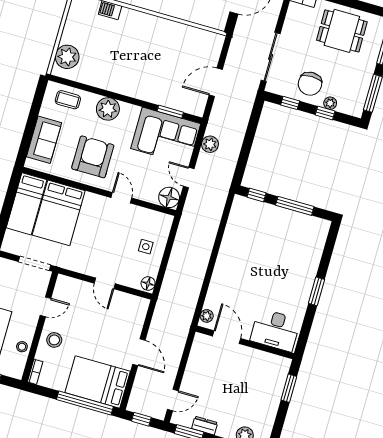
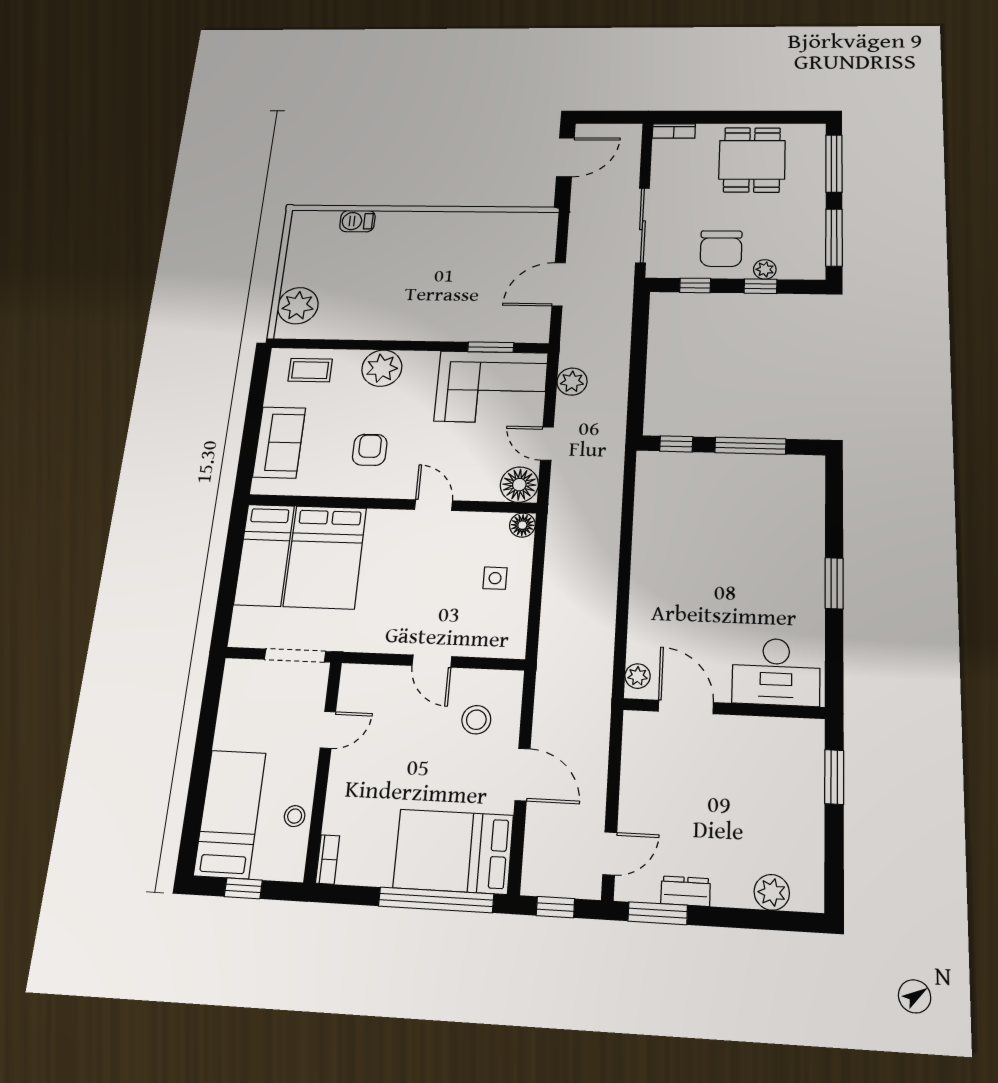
dining table: (342, 31) -> (752, 160), turned 90
armchair: (93, 157) -> (370, 450), width x0.53, depth x0.53
floor lamp: (148, 284) -> (522, 525), moved
stool: (54, 340) -> (476, 720), moved

